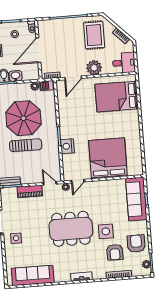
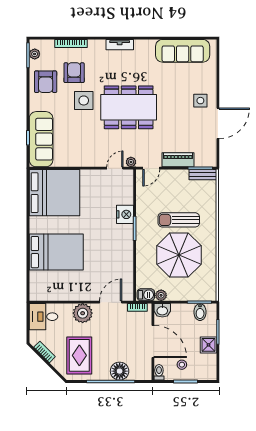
floor lamp: (62, 25) -> (120, 371), added
door: (38, 50) -> (153, 341), hinge flipped
washbasin: (16, 76) -> (162, 310), moved
bed: (117, 97) -> (56, 252), moved
bed: (108, 158) -> (54, 193), moved, turned -90
door: (50, 183) -> (151, 168), hinge flipped

